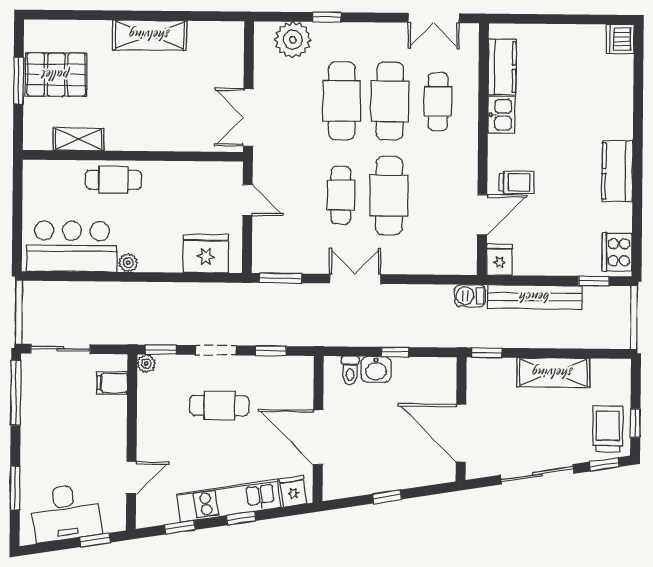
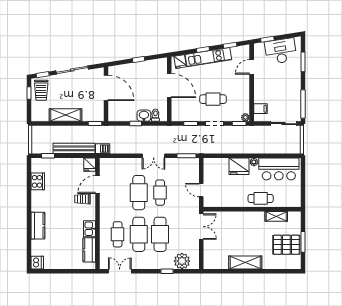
kitchen counter: (617, 171) -> (38, 226), moved
cooker: (617, 252) -> (38, 181), moved
fridge: (206, 254) -> (239, 166), moved

